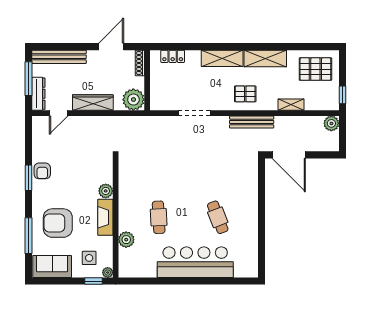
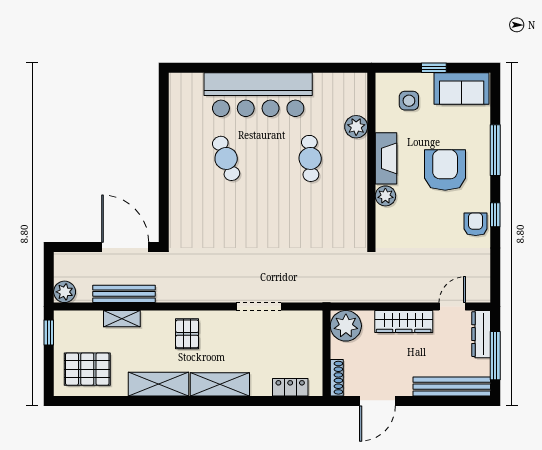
pallet: (245, 94) -> (187, 334), turned 90
bench: (252, 122) -> (124, 294), moved
window: (28, 178) -> (495, 215), width x0.67
armchair: (58, 223) -> (445, 170), moved, turned -90
window: (28, 236) -> (495, 150), moved
plant: (108, 272) -> (383, 80), removed
window: (93, 281) -> (434, 68), moved

